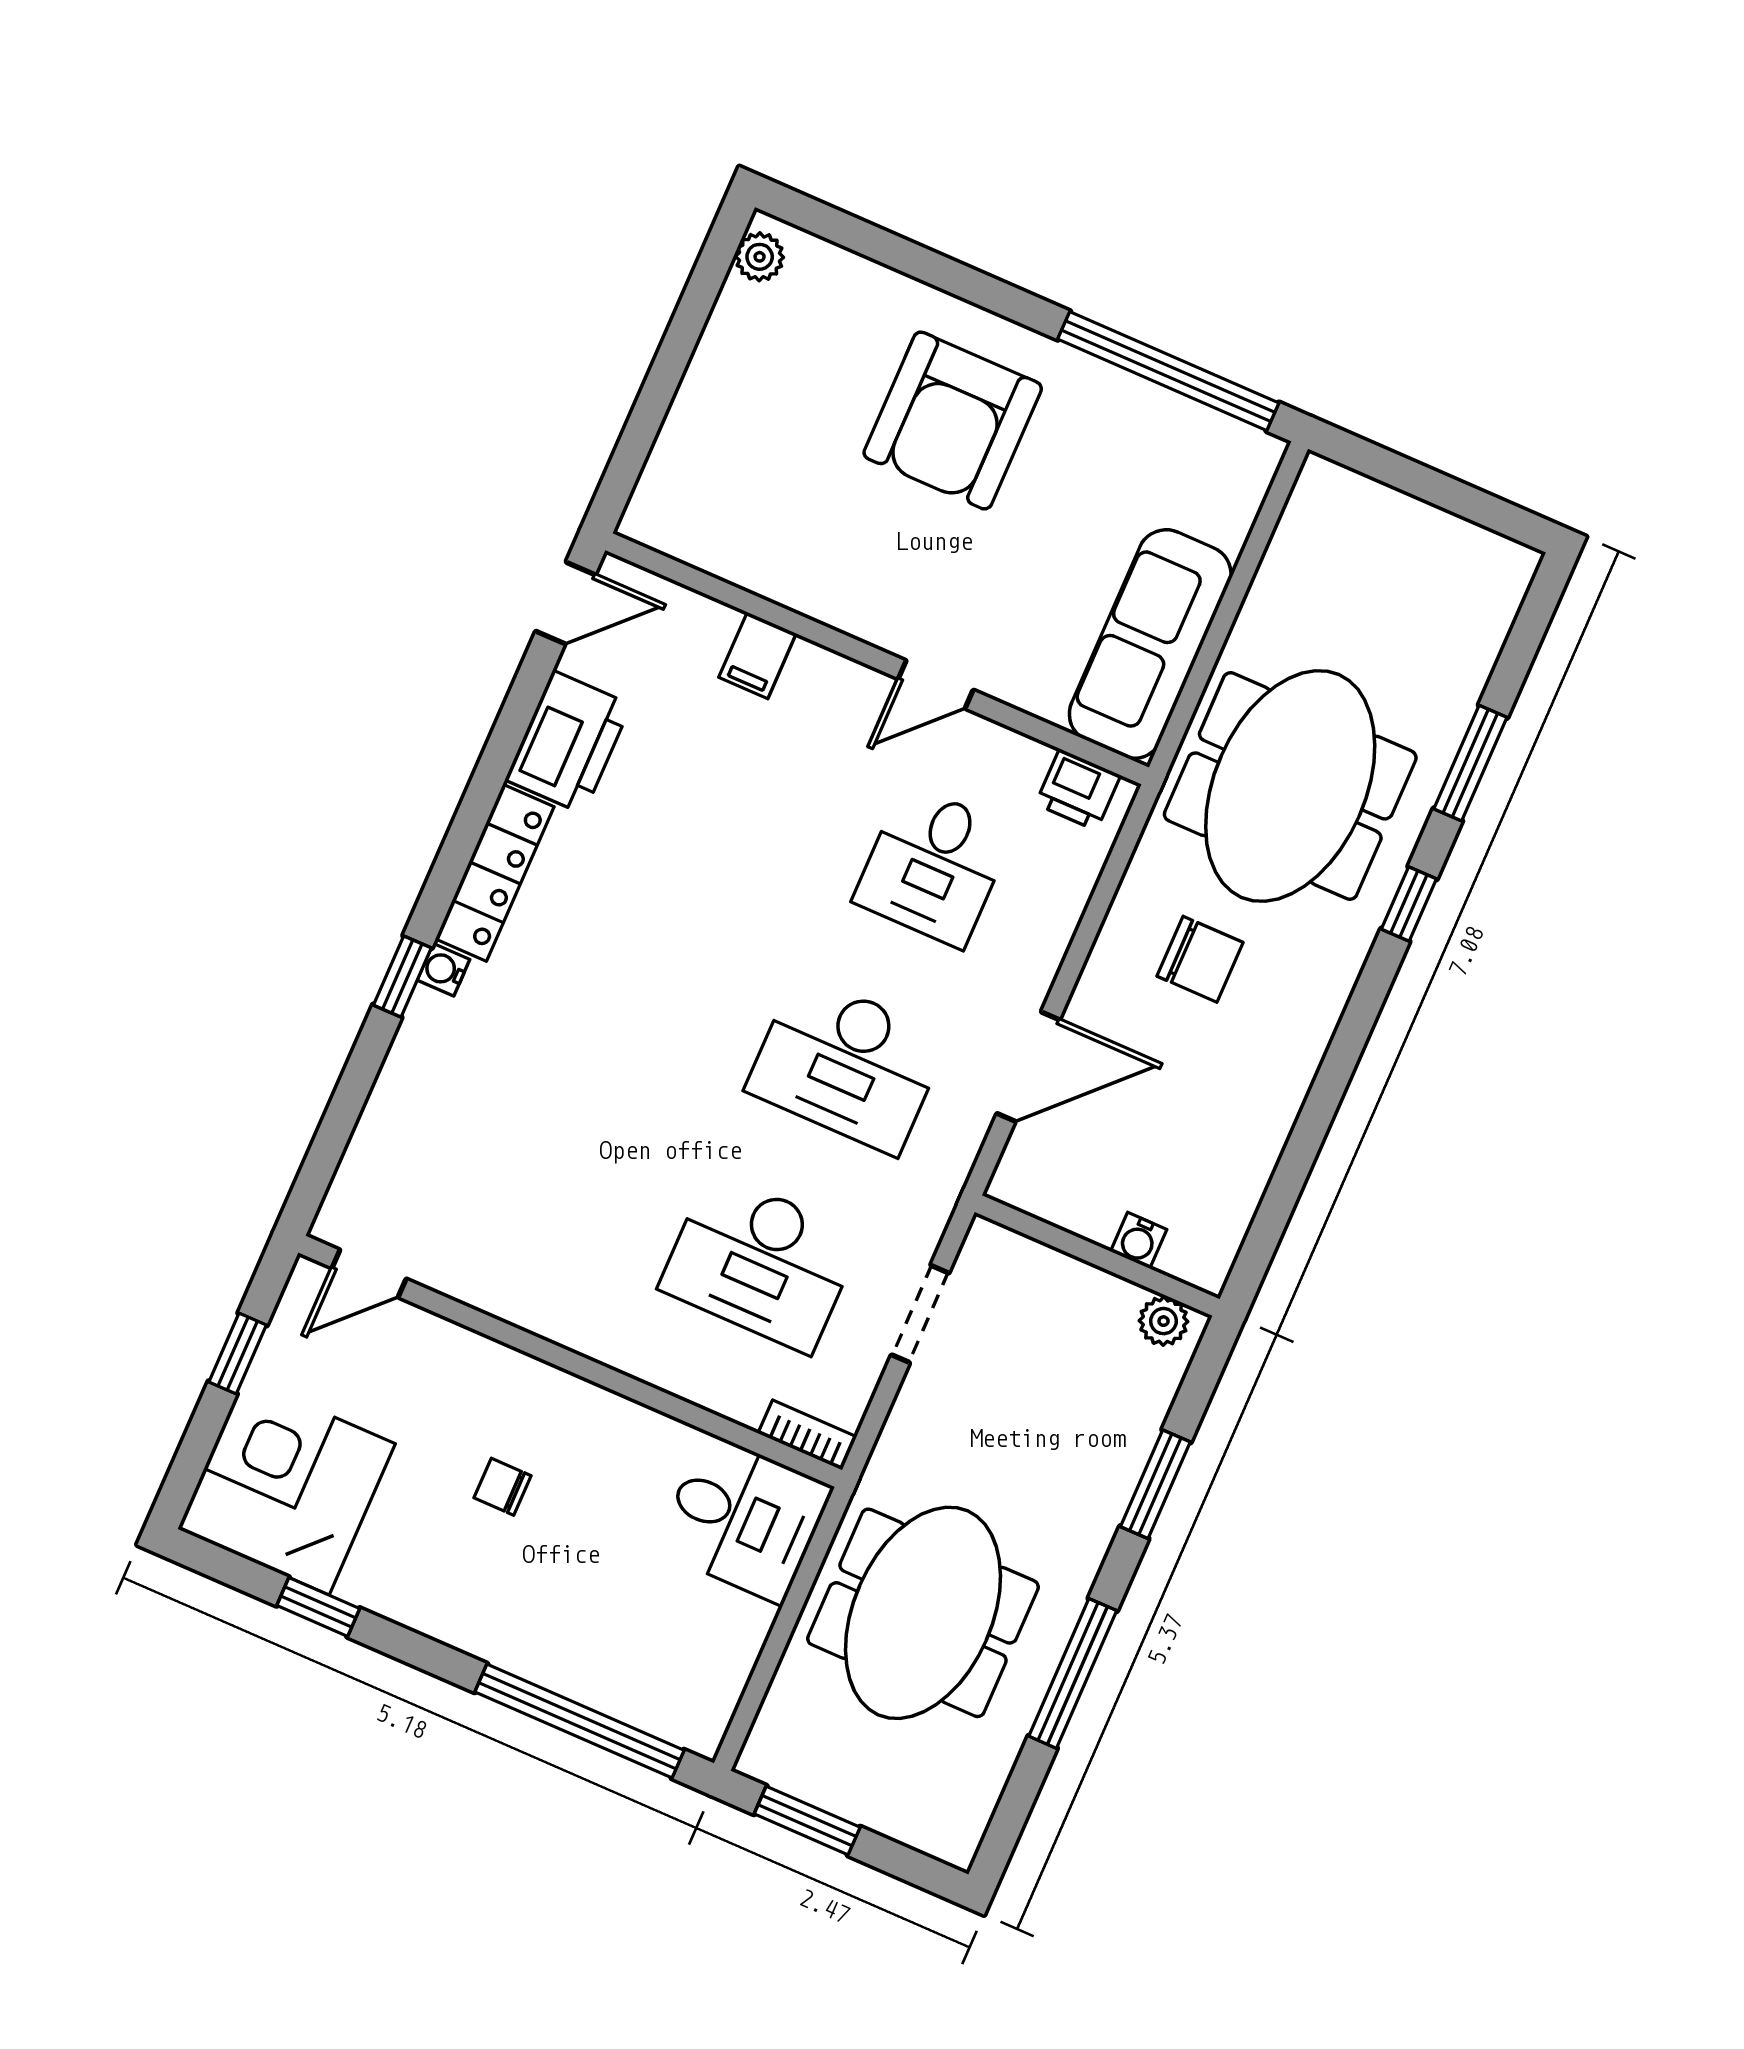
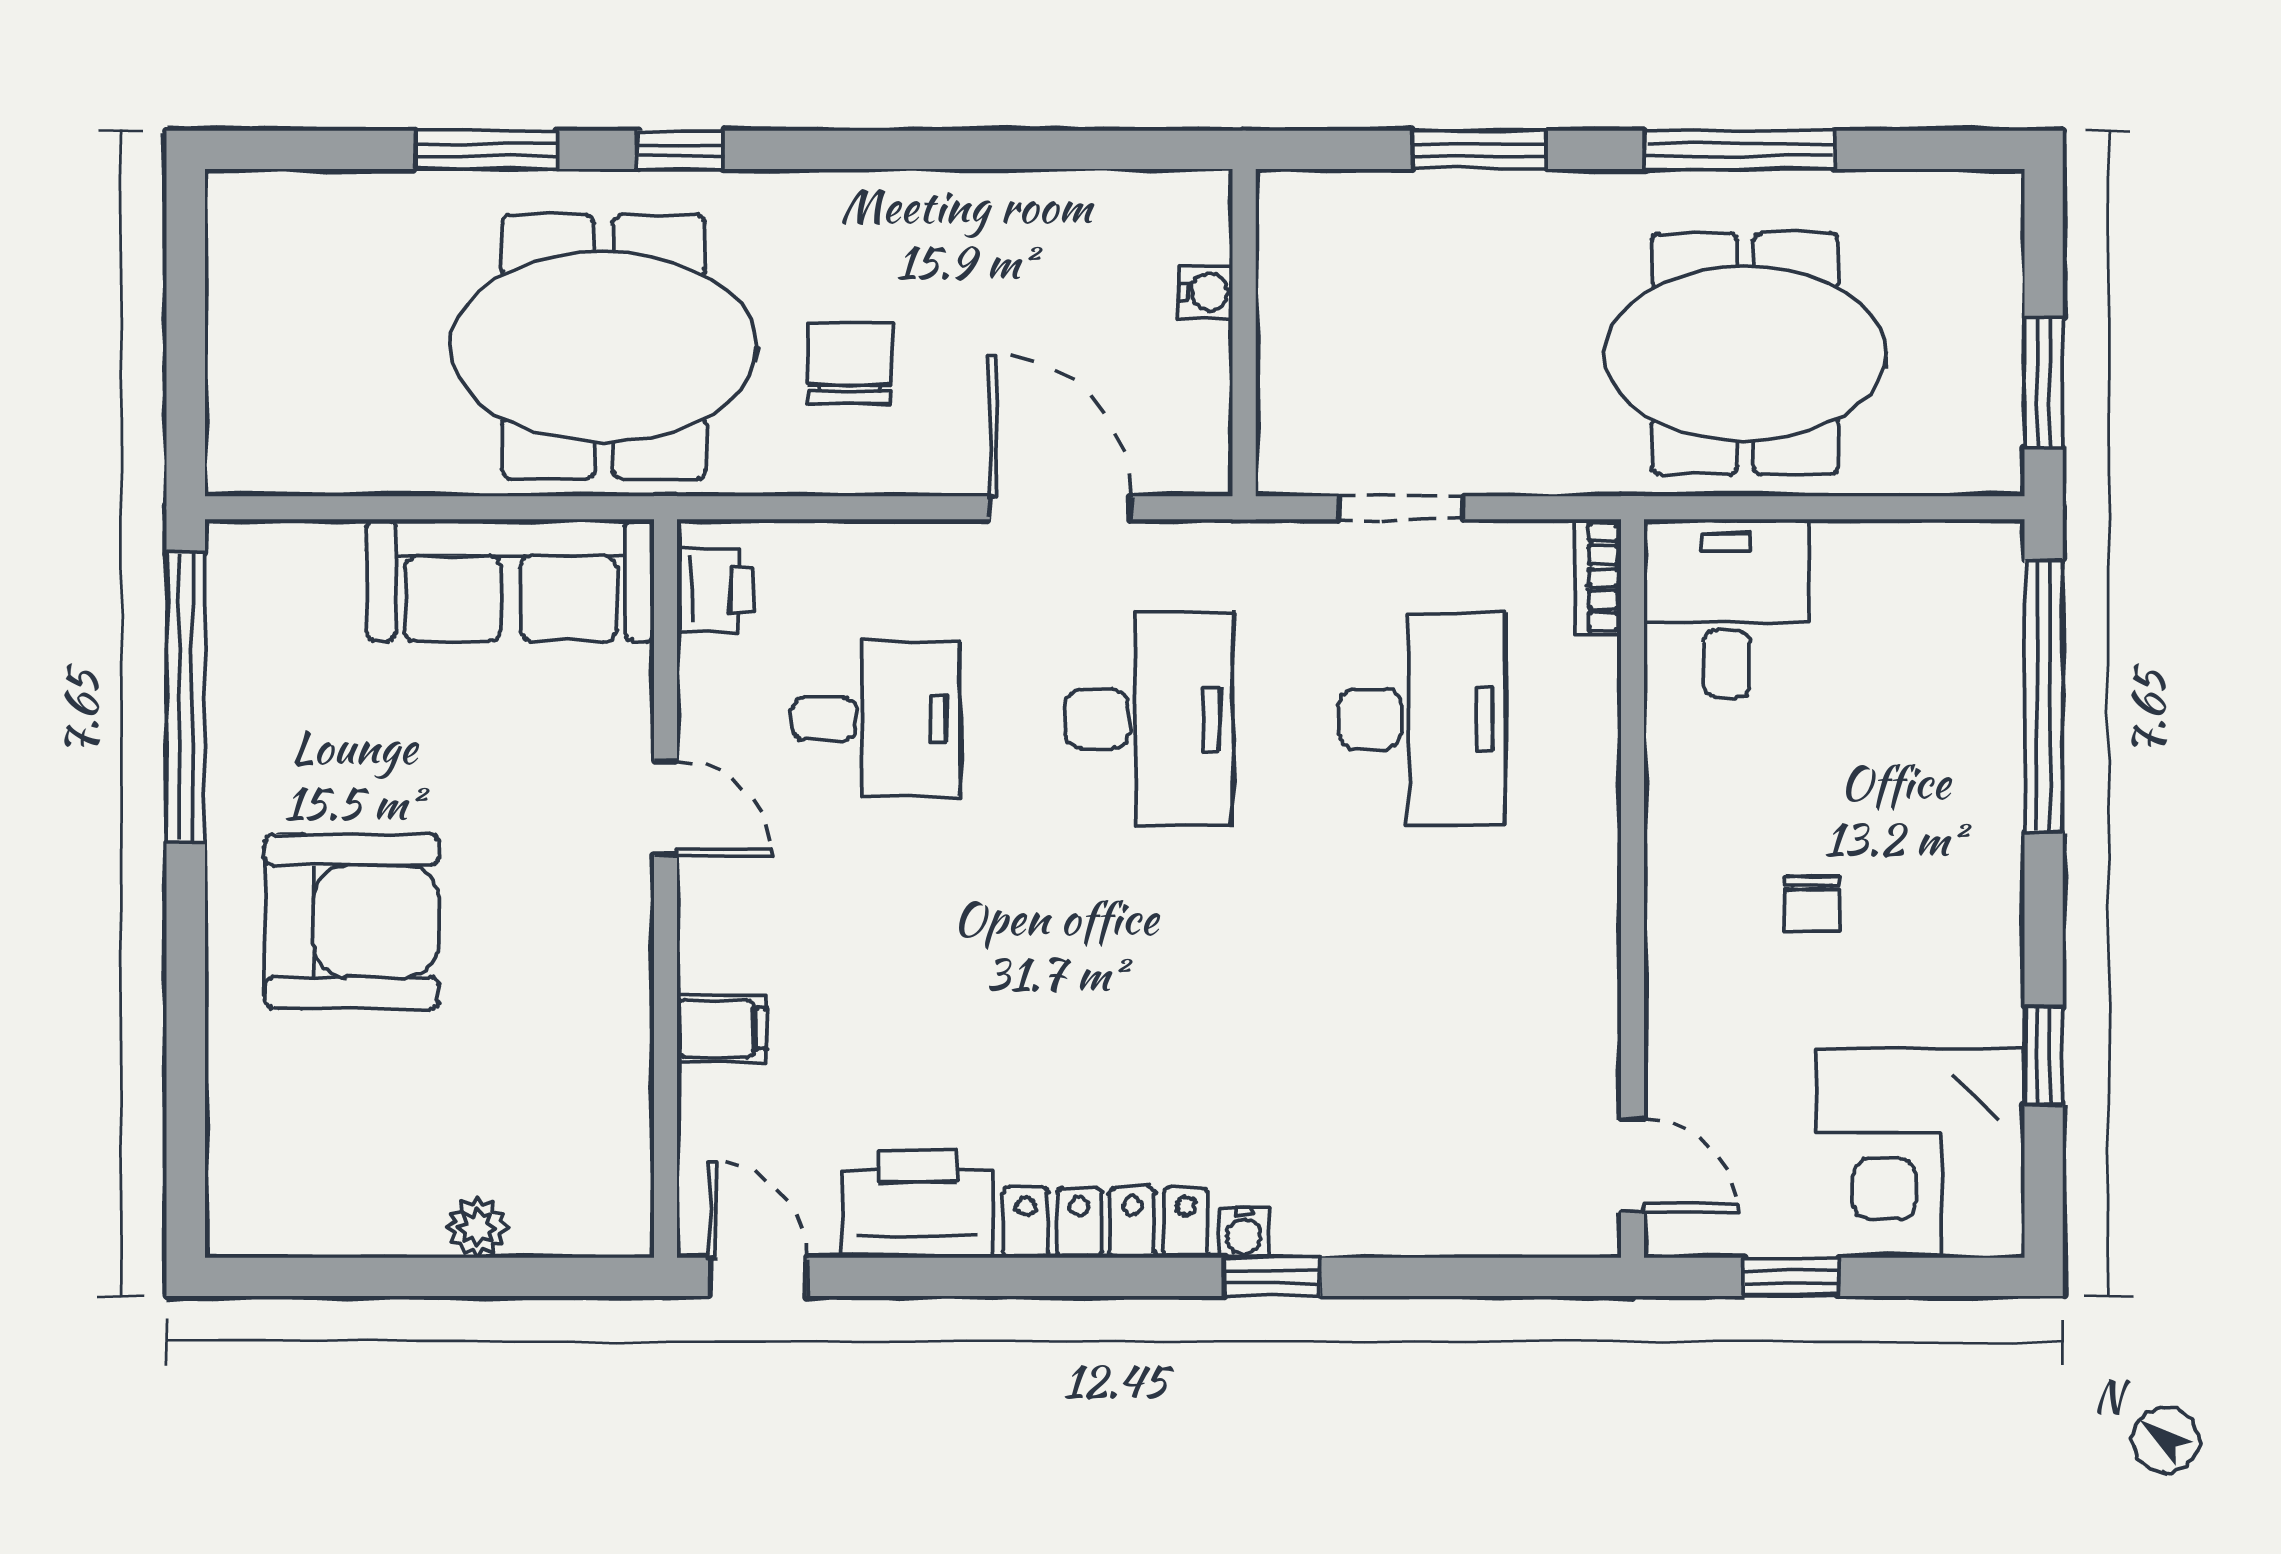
plant: (760, 257) -> (477, 1227), moved
plant: (1164, 1321) -> (1286, 223), removed

